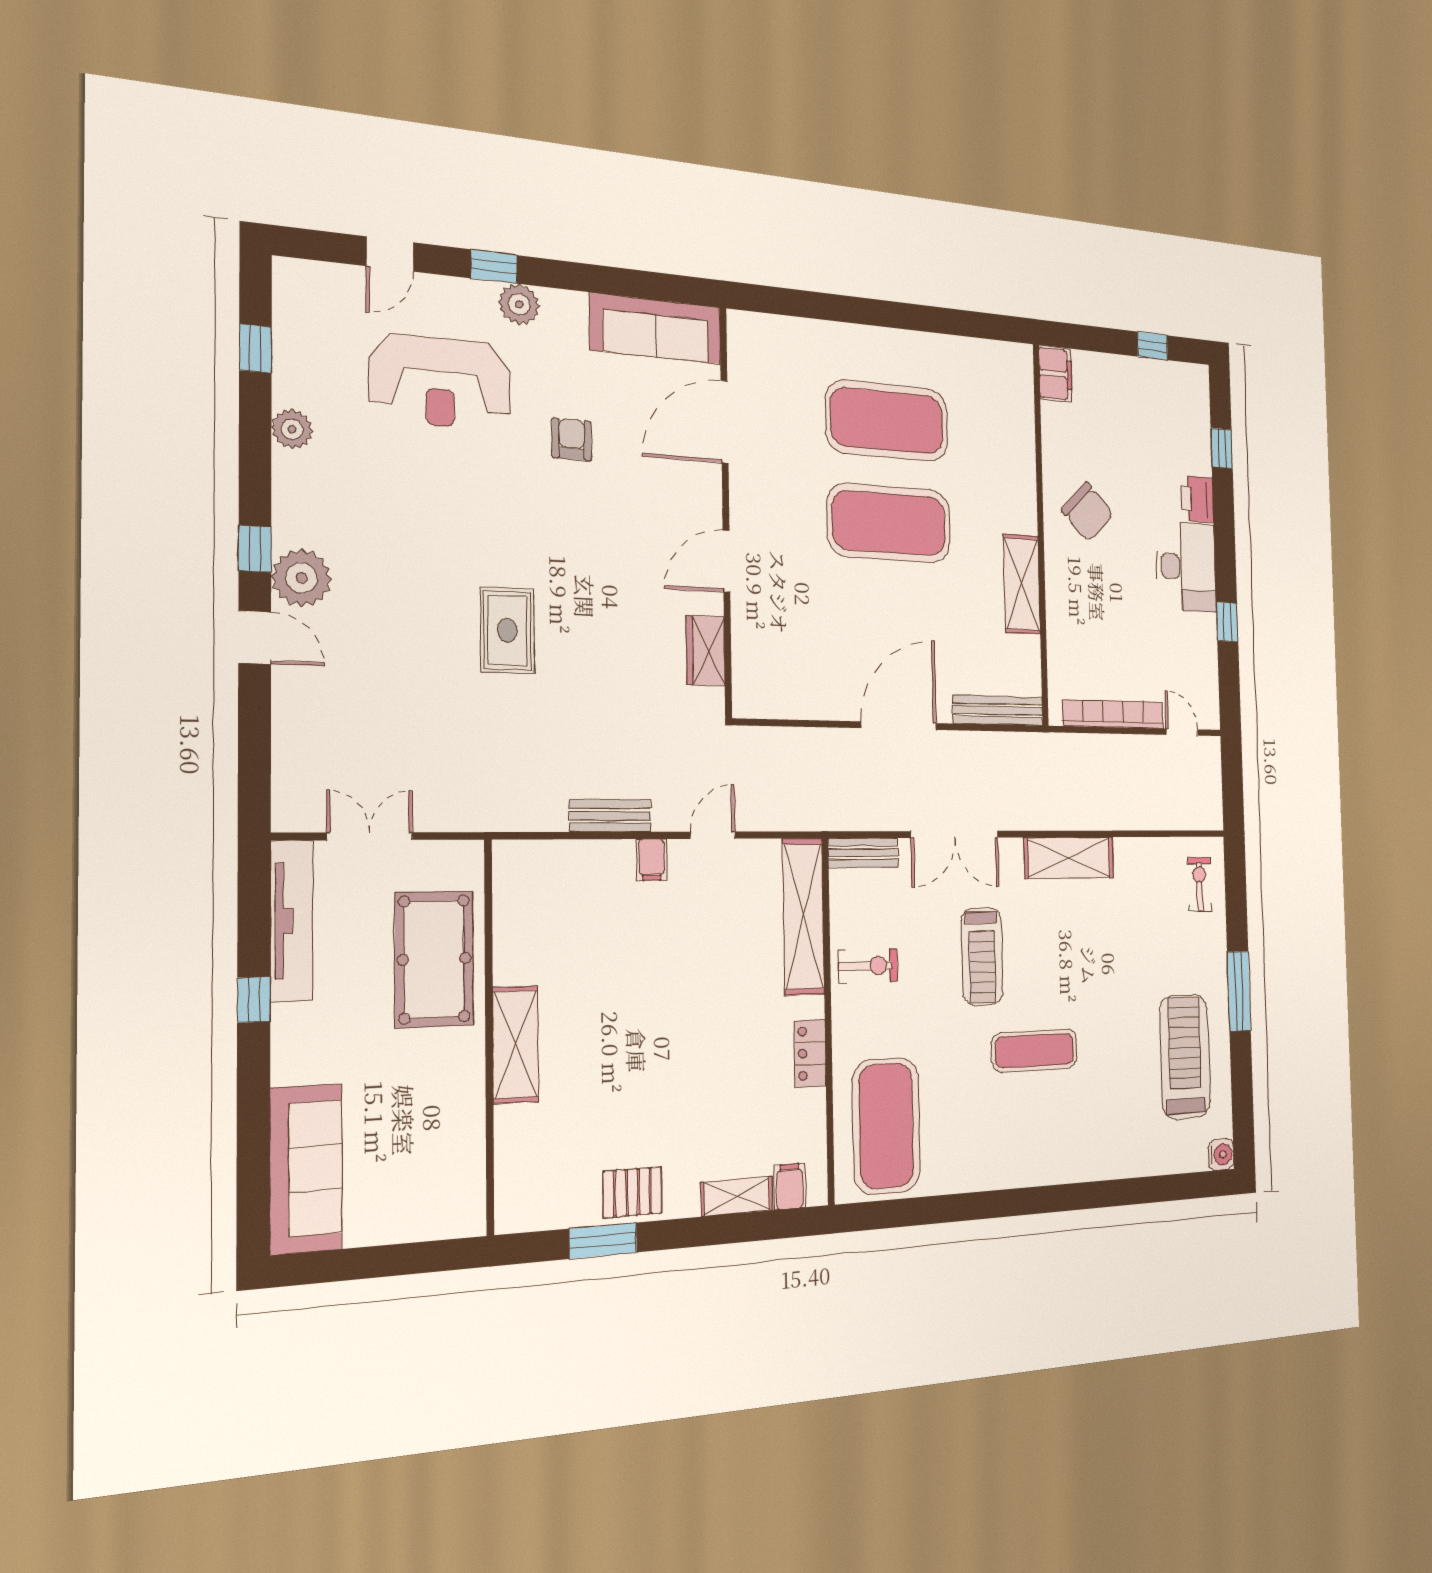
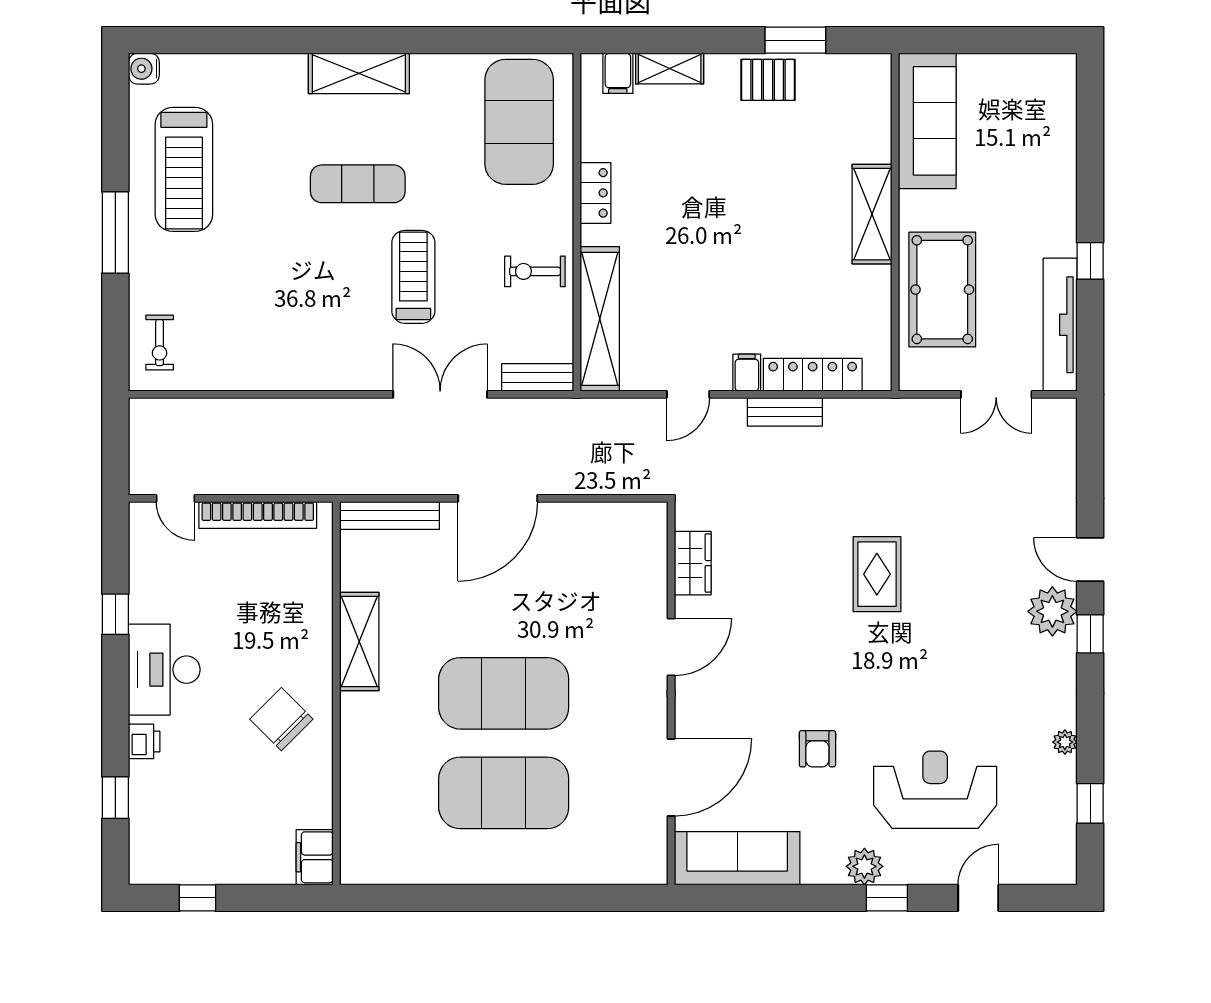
plant: (292, 429) -> (1065, 742), width x0.73, depth x0.73
printer: (1197, 499) -> (144, 741), width x0.73, depth x0.81
locker: (580, 858) -> (813, 375), added
shelving: (1069, 858) -> (359, 73), moved
sofa: (306, 1169) -> (927, 121), moved, turned 180

